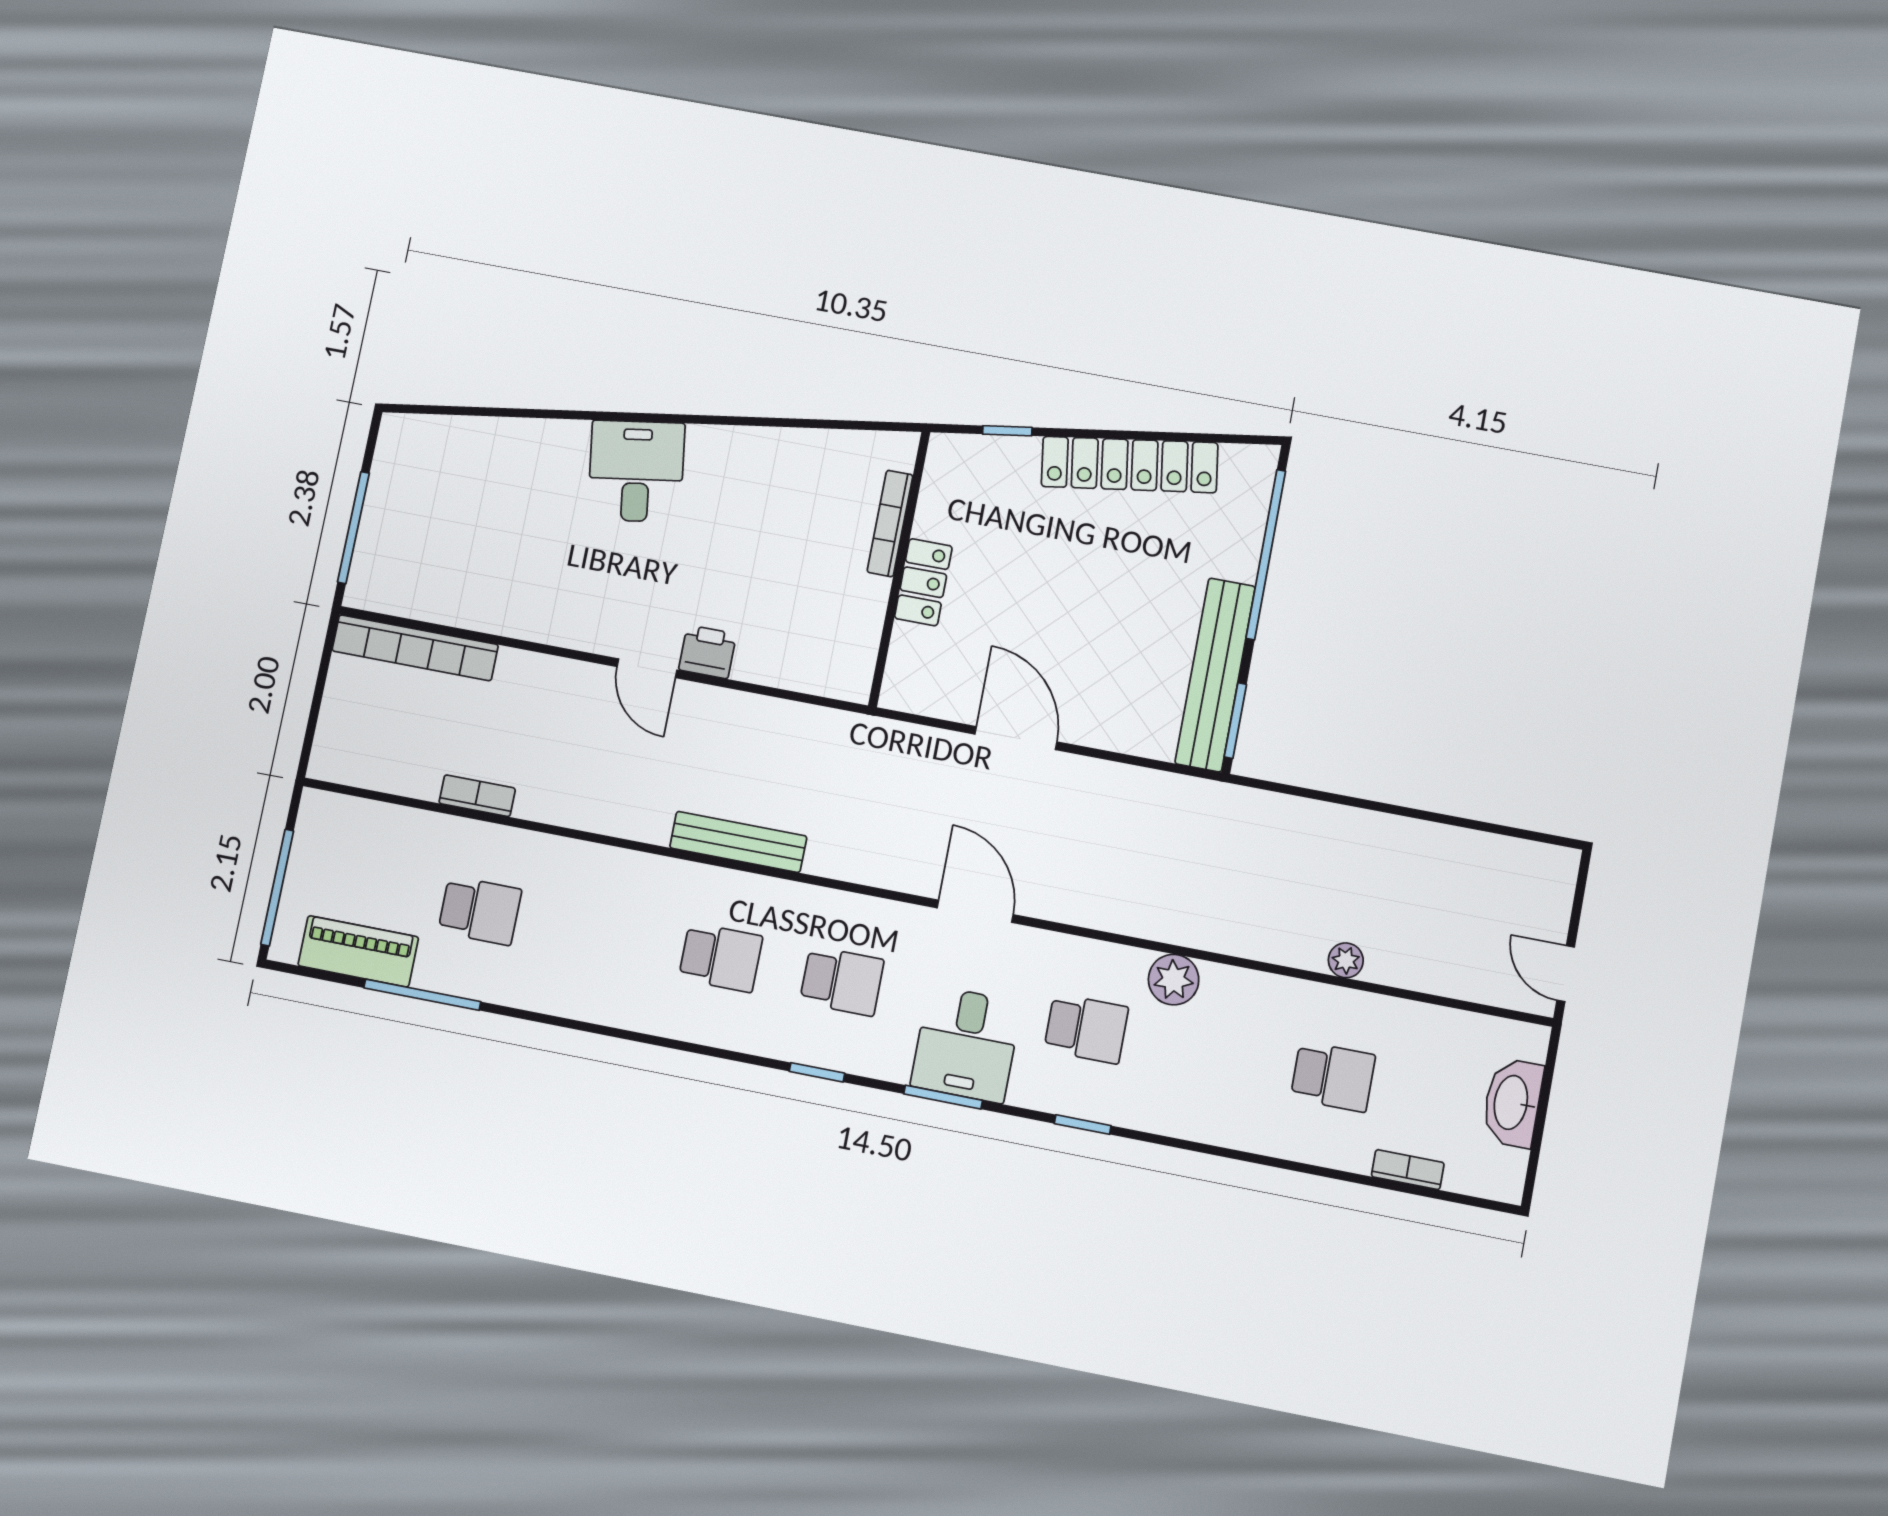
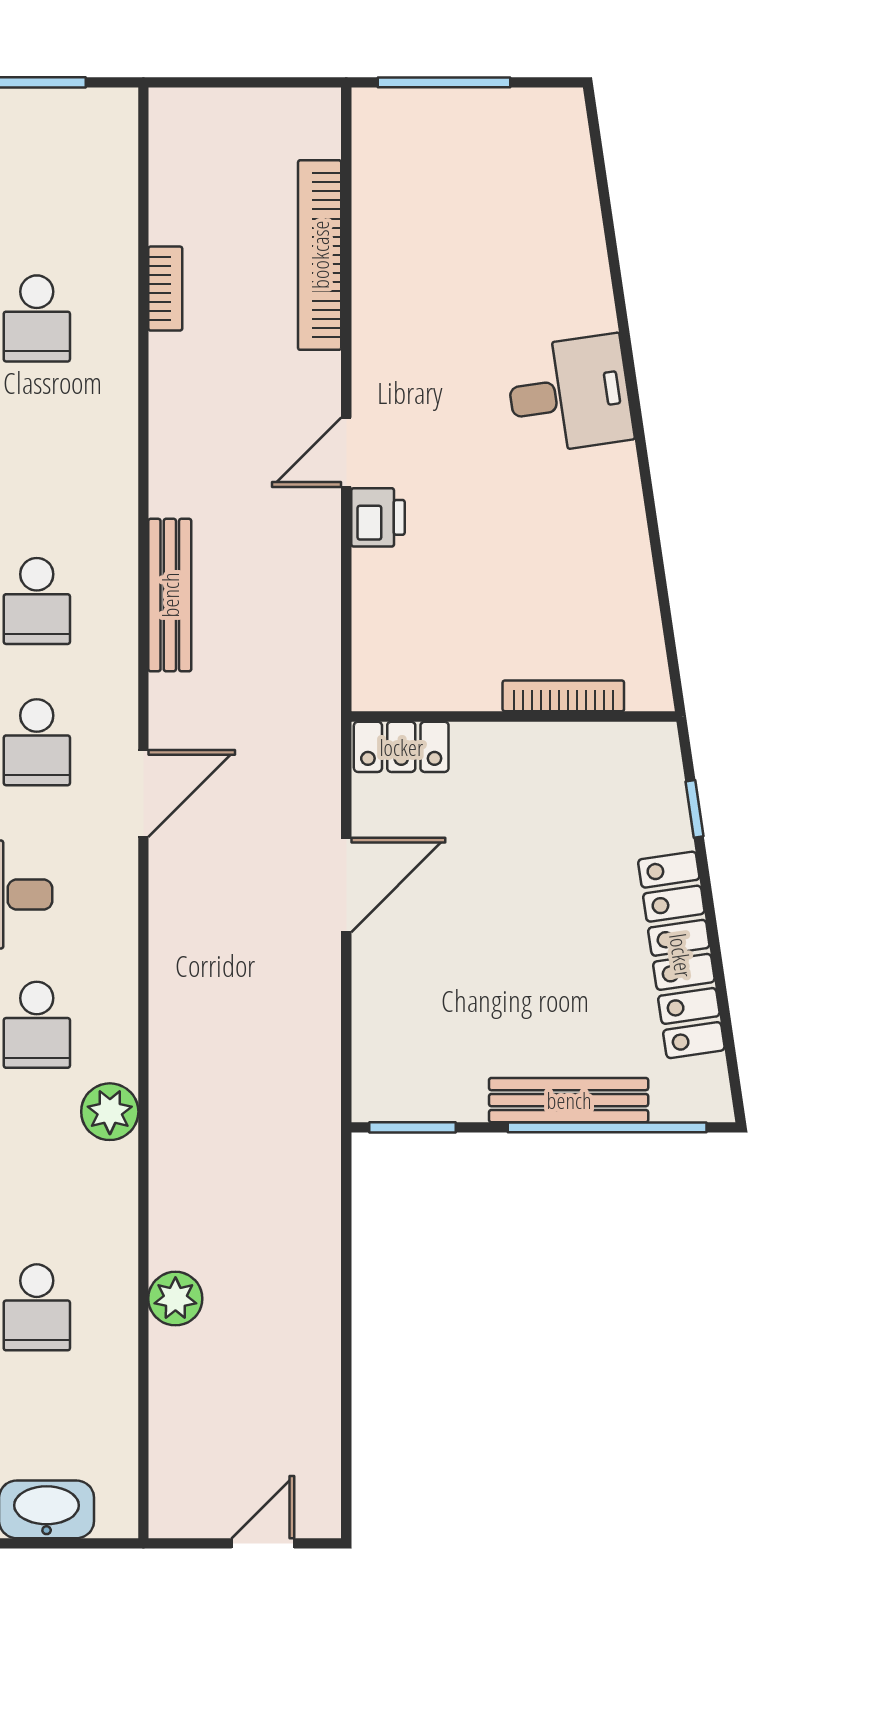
locker: (923, 582) -> (401, 747), moved
bookcase: (415, 648) -> (320, 255), moved
bench: (1215, 675) -> (569, 1100), moved, width x0.73, depth x0.82
door: (975, 911) -> (143, 793), moved
plant: (1346, 960) -> (175, 1299), width x1.38, depth x1.38
door: (1566, 974) -> (263, 1543), moved

